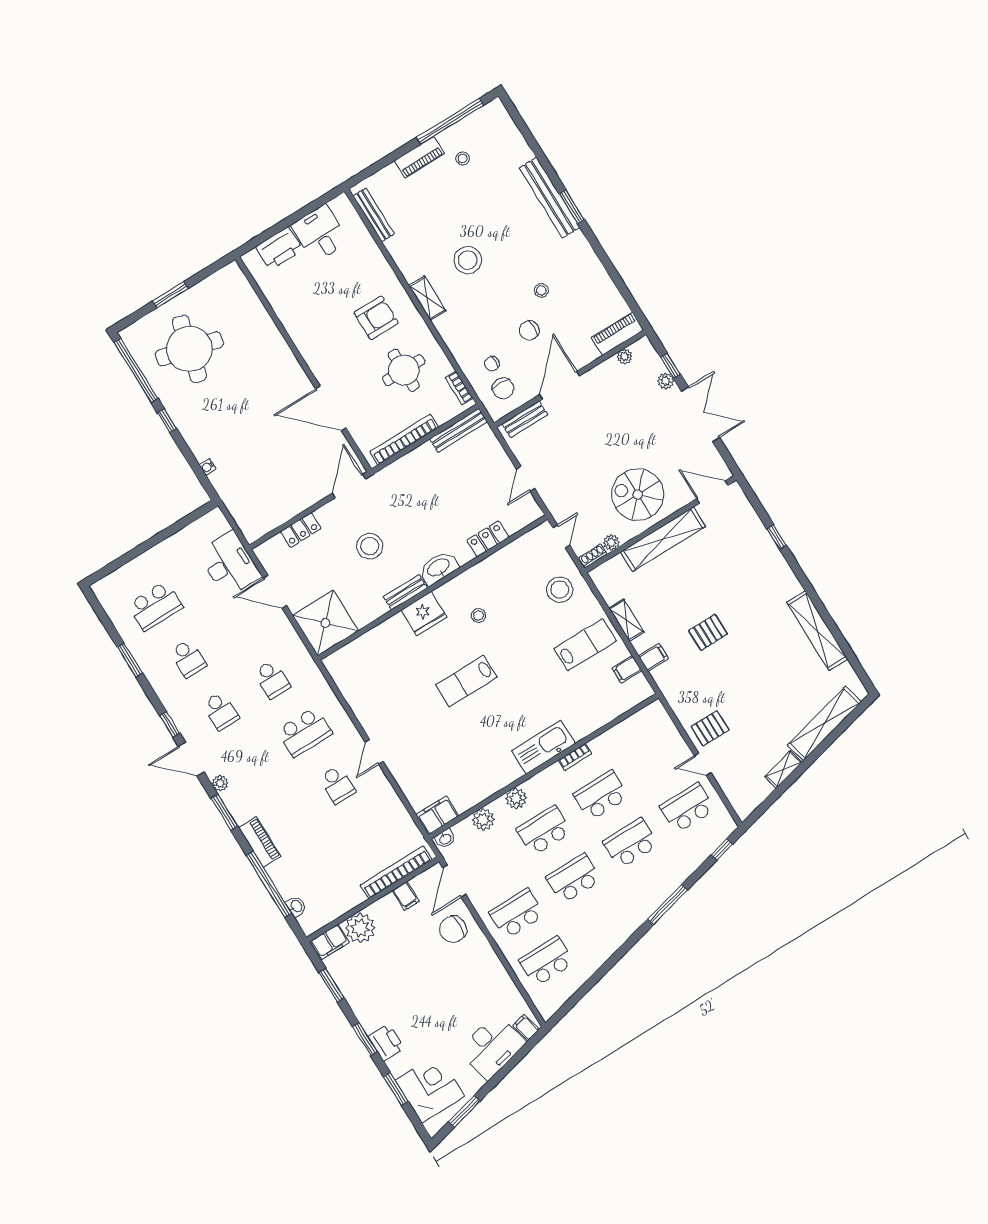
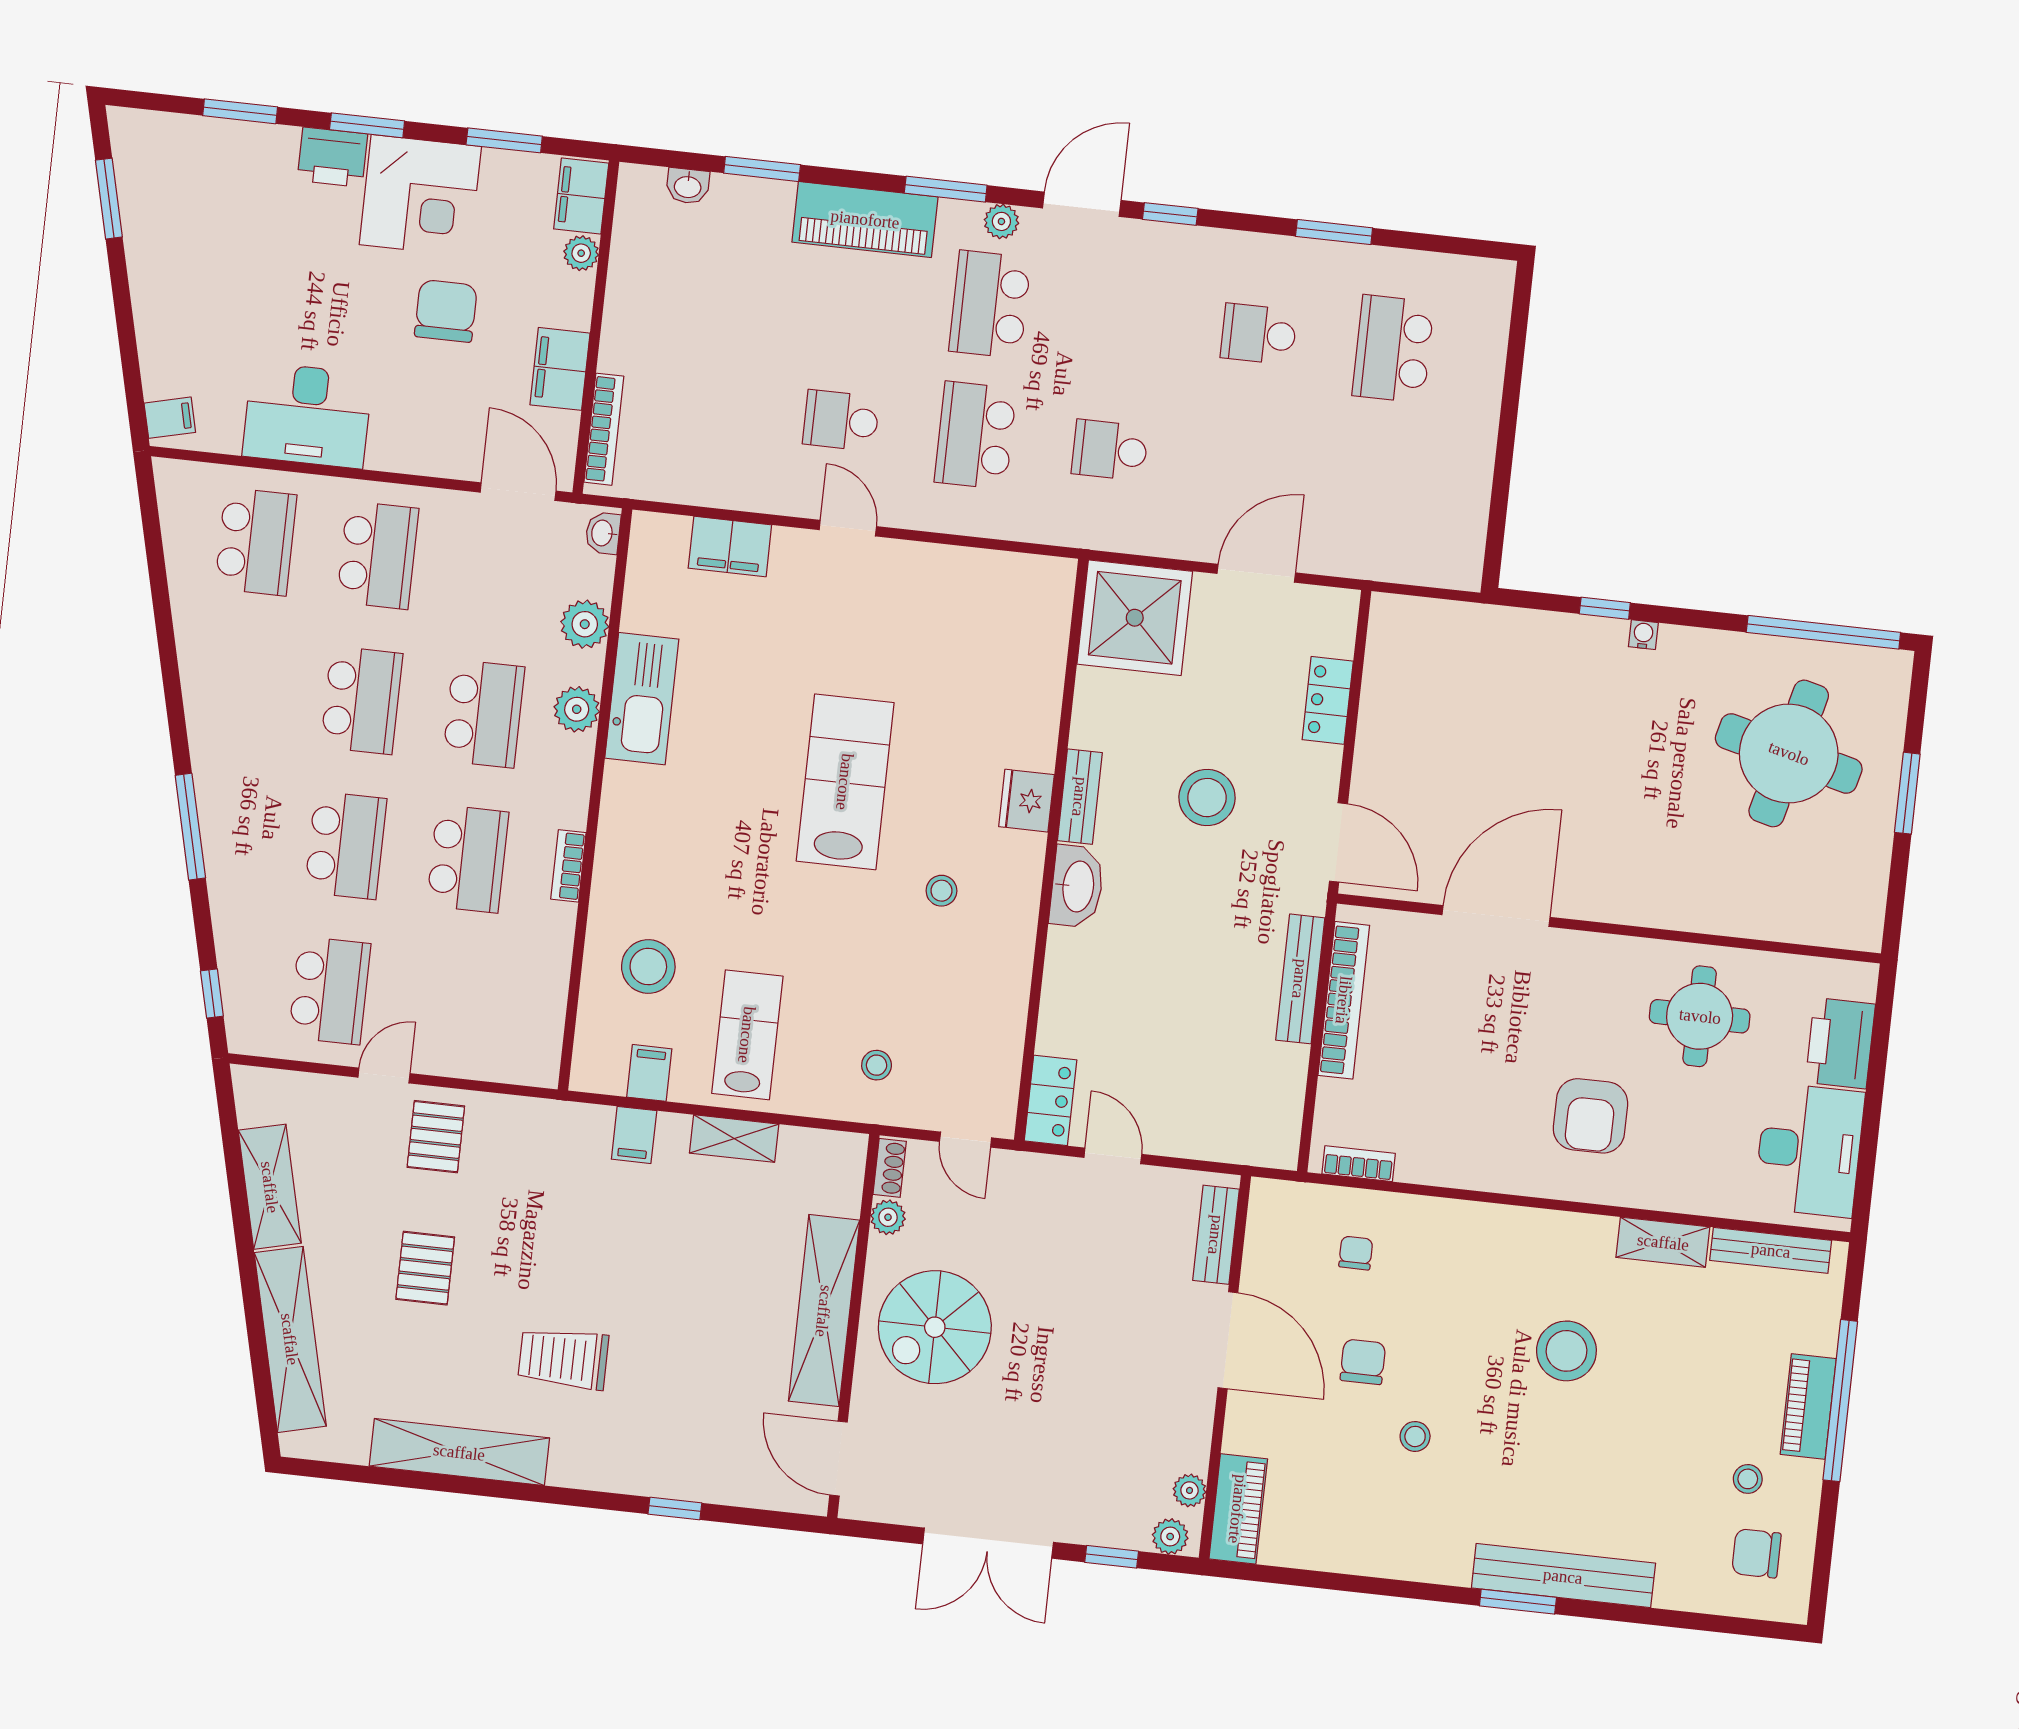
window: (450, 121) -> (1840, 1401), moved
desk: (320, 233) -> (1809, 1150), width x1.37
shelving: (427, 298) -> (1663, 1242), moved
round table: (404, 370) -> (1700, 1016), moved
plant: (666, 381) -> (1170, 1537), moved
chair: (503, 388) -> (1756, 1553), moved
window: (167, 421) -> (1605, 608), moved
bench: (459, 430) -> (1300, 979), moved
water cooler: (208, 467) -> (1643, 635), moved
door: (712, 492) -> (839, 1459), swing flipped
spiral stairs: (638, 495) -> (935, 1327), turned 180
locker: (488, 539) -> (1051, 1100), moved
desk: (229, 564) -> (1365, 532), removed
stool: (560, 590) -> (877, 1065), width x0.53, depth x0.53
fridge: (424, 614) -> (1026, 801), width x0.73, depth x0.75
trolley: (754, 620) -> (563, 1358), added
pallet: (708, 632) -> (425, 1268), moved
lab bench: (585, 645) -> (747, 1035), turned 180
lab bench: (466, 681) -> (845, 782), width x1.36, depth x1.39
stool: (589, 700) -> (648, 966), added
school desk: (221, 711) -> (990, 304), moved, width x1.85
kitchen sink: (543, 747) -> (642, 699), moved
shelving: (783, 769) -> (270, 1187), width x1.50, depth x1.33
filing cabinet: (437, 815) -> (730, 546), moved, turned 90
piano: (260, 842) -> (865, 219), width x1.37, depth x1.33
bookcase: (396, 872) -> (604, 429), width x0.68, depth x0.76
window: (269, 884) -> (762, 169), width x0.47
filing cabinet: (406, 896) -> (560, 369), width x2.00
plant: (360, 928) -> (581, 253), width x0.53, depth x0.53
chair: (453, 929) -> (446, 311), moved
desk: (492, 1047) -> (307, 415), moved, turned -76
corner desk: (430, 1088) -> (420, 196), moved

